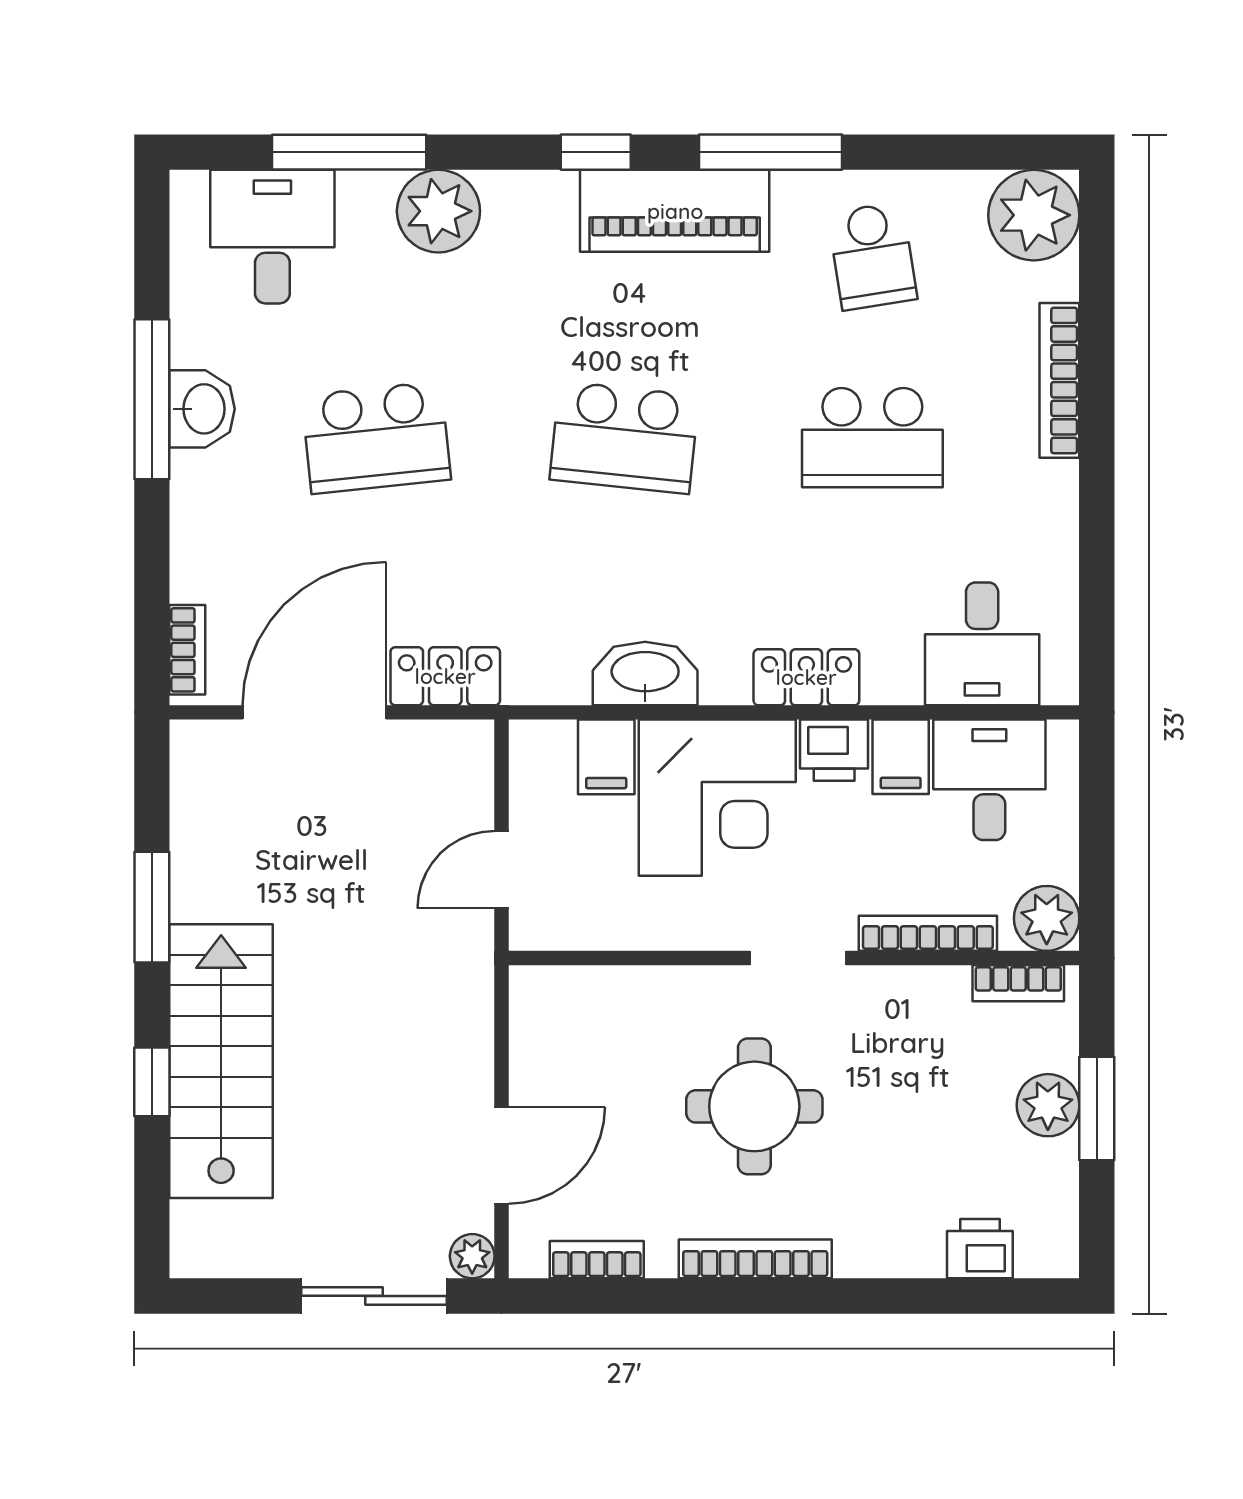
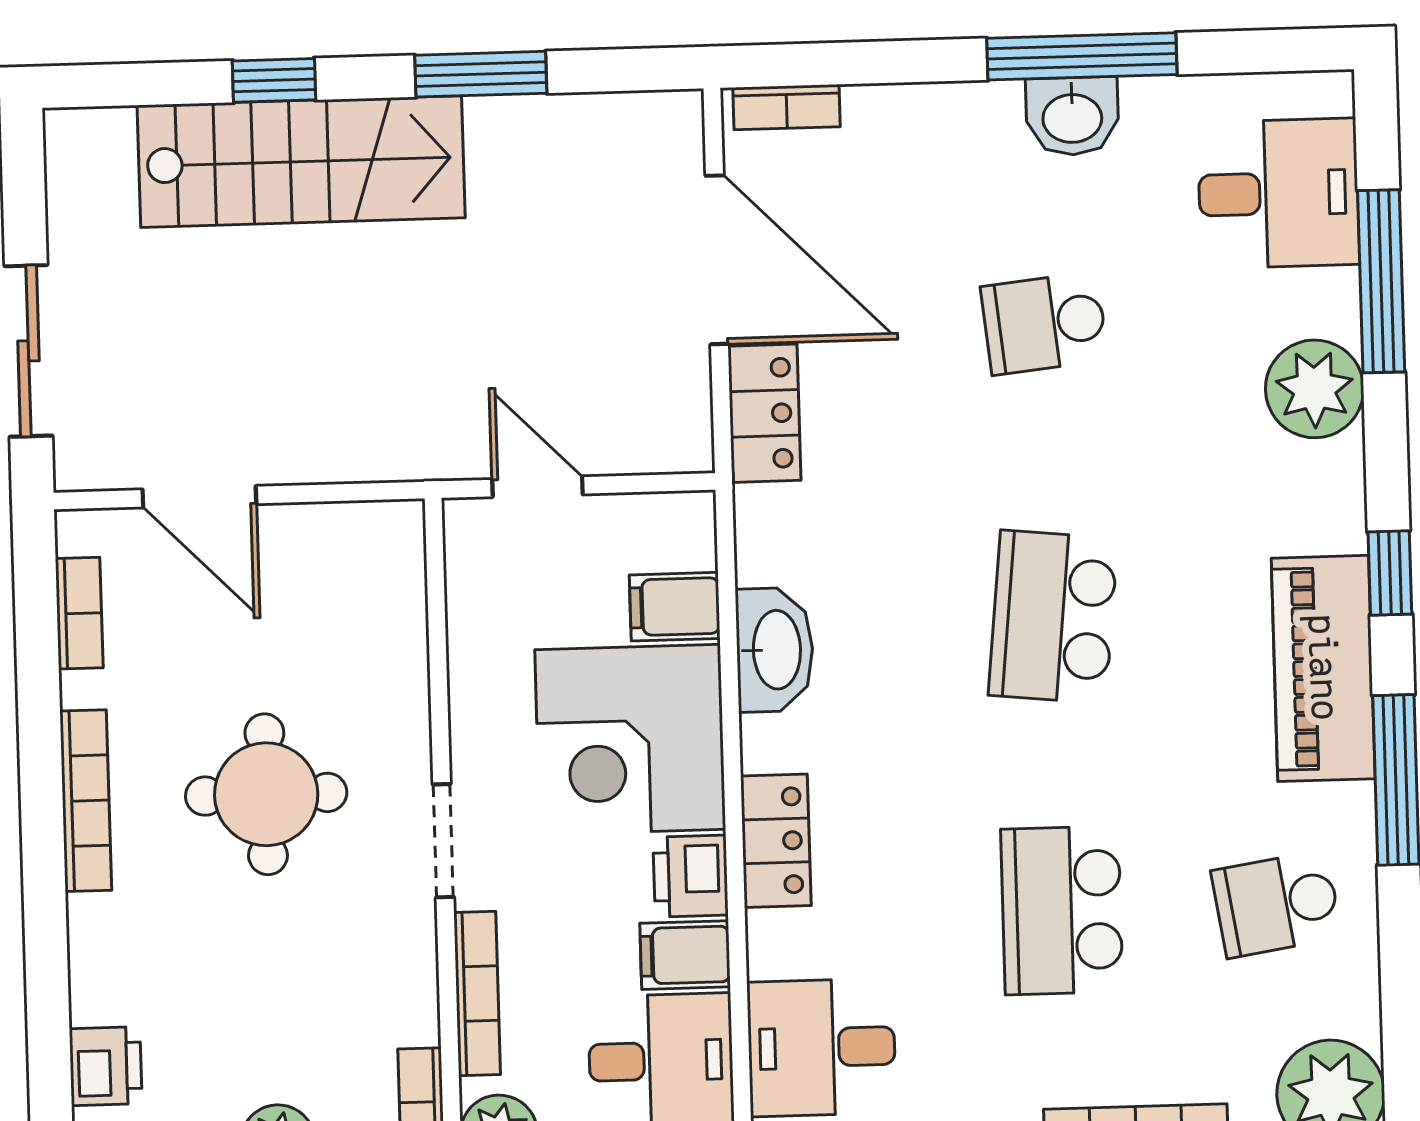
school desk: (376, 438) -> (1044, 323), width x0.54
plant: (472, 1256) -> (79, 466), removed

